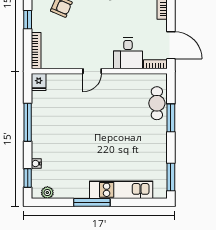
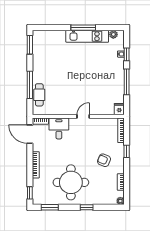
window: (171, 118) -> (30, 85), width x1.44
window: (28, 178) -> (127, 54), moved
kitchen unit: (121, 190) -> (87, 36), moved

